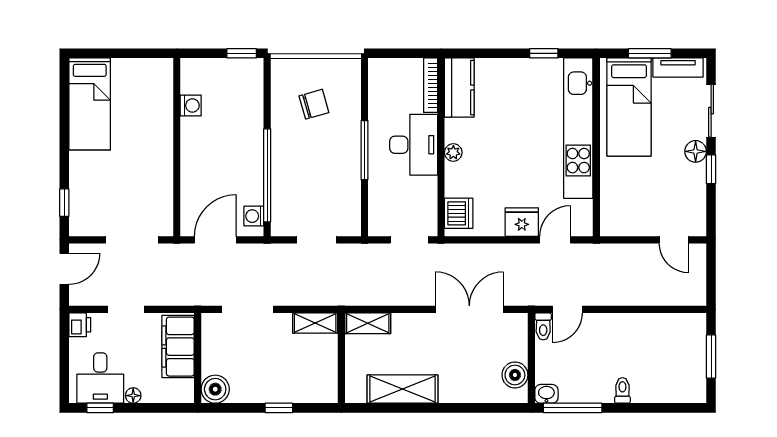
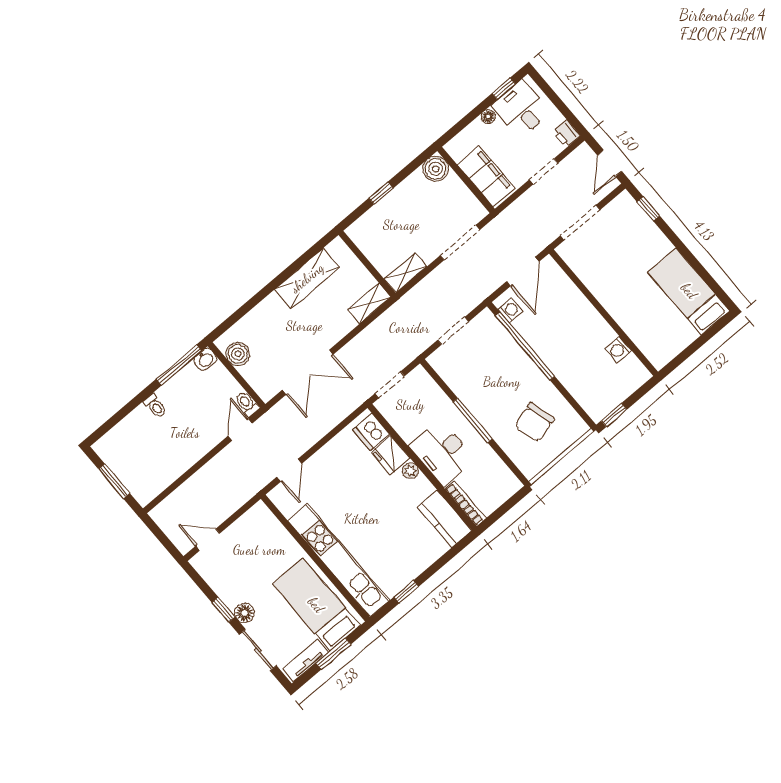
chair: (314, 104) -> (534, 422), width x1.37, depth x1.37
fridge: (522, 222) -> (391, 455), moved, turned 90

